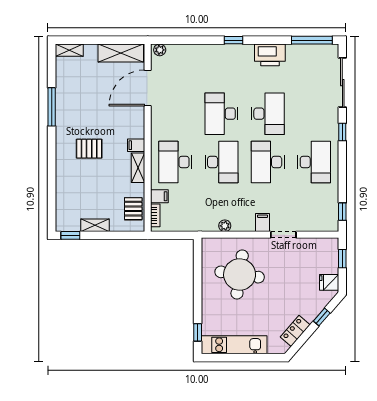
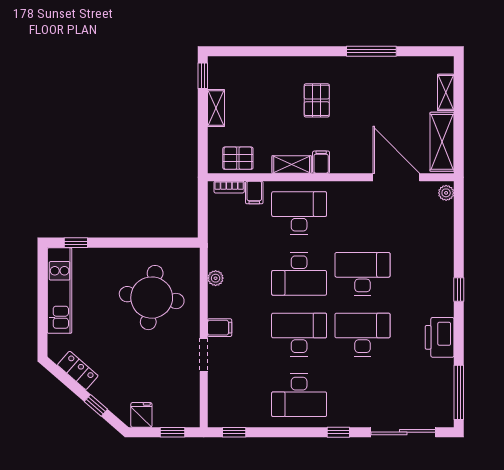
shelving: (69, 50) -> (446, 92), moved
desk: (268, 114) -> (363, 335), turned 180

